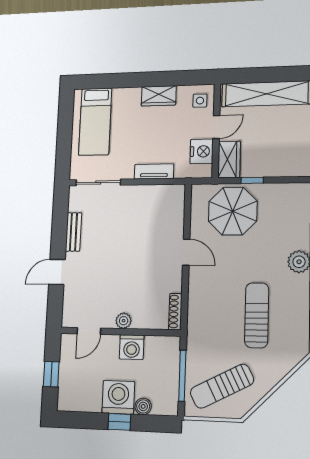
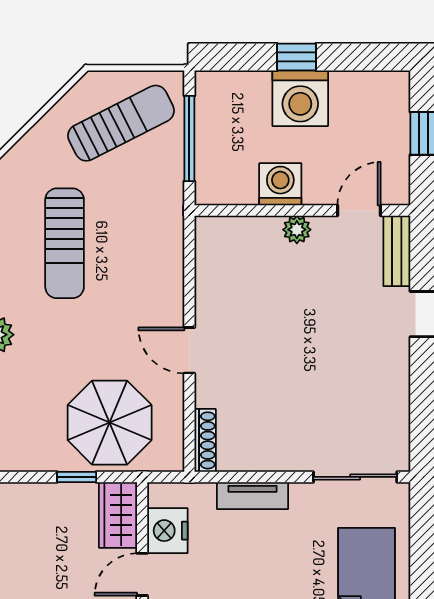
bench: (73, 232) -> (397, 251), moved
shoe rack: (175, 312) -> (205, 440), moved
boiler: (143, 406) -> (256, 84), removed

